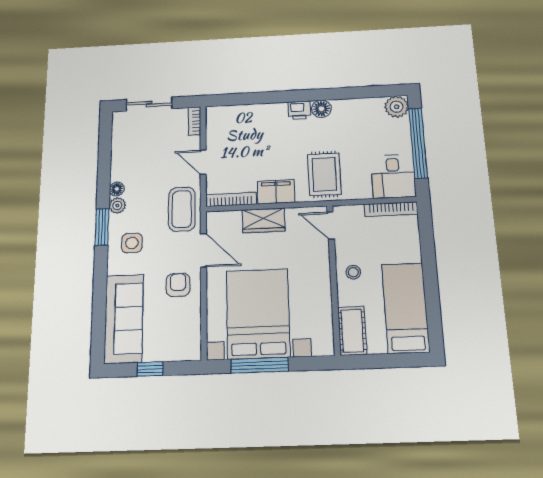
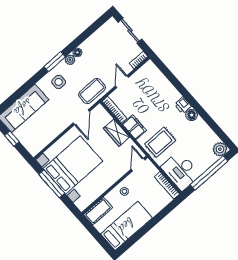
desk: (393, 176) -> (181, 171), width x1.37
armchair: (178, 285) -> (57, 119), removed

